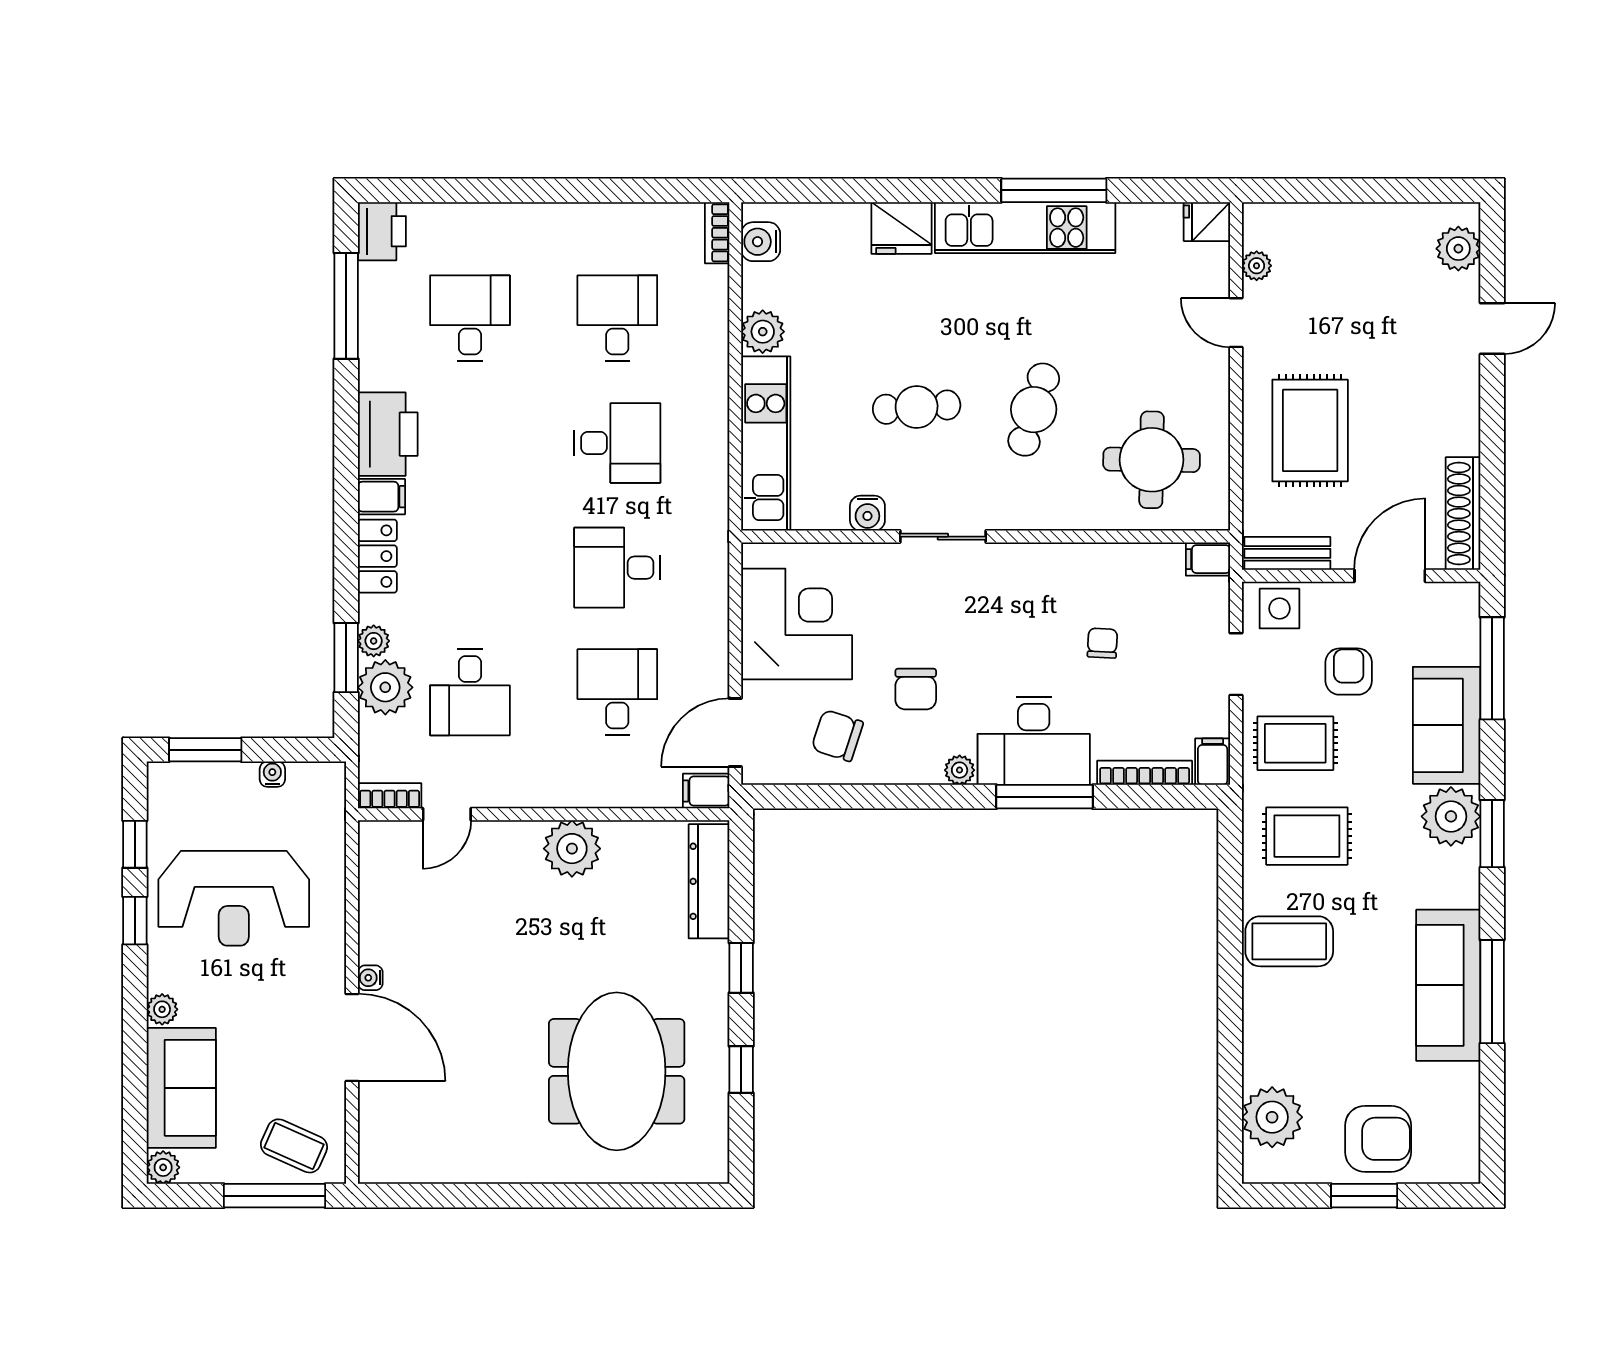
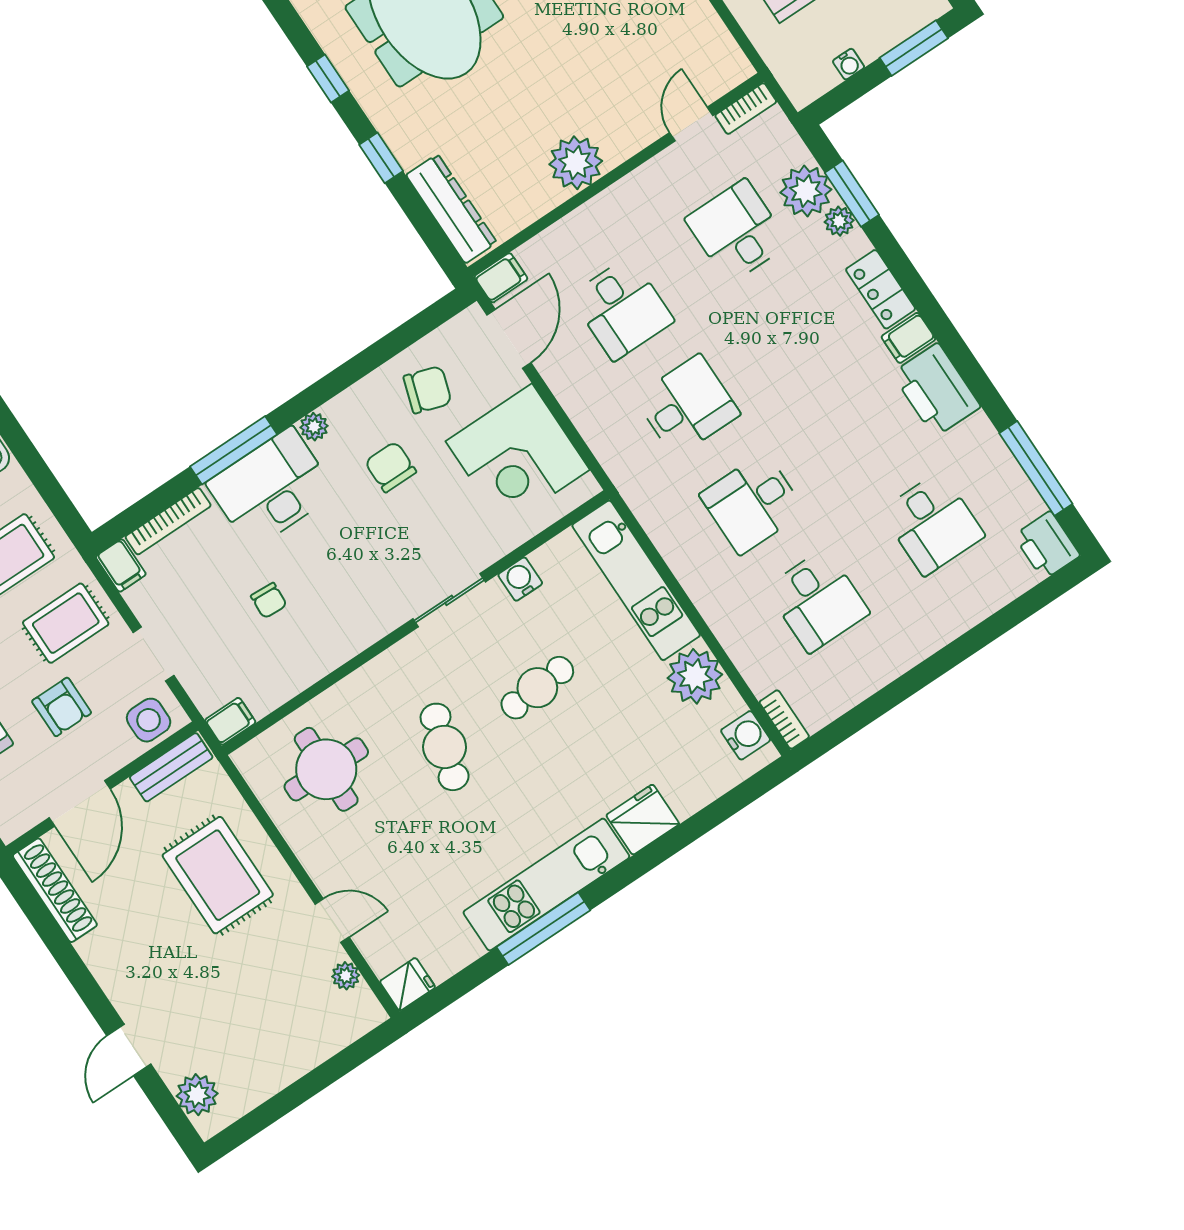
plant: (763, 332) -> (695, 676), width x1.36, depth x1.36

